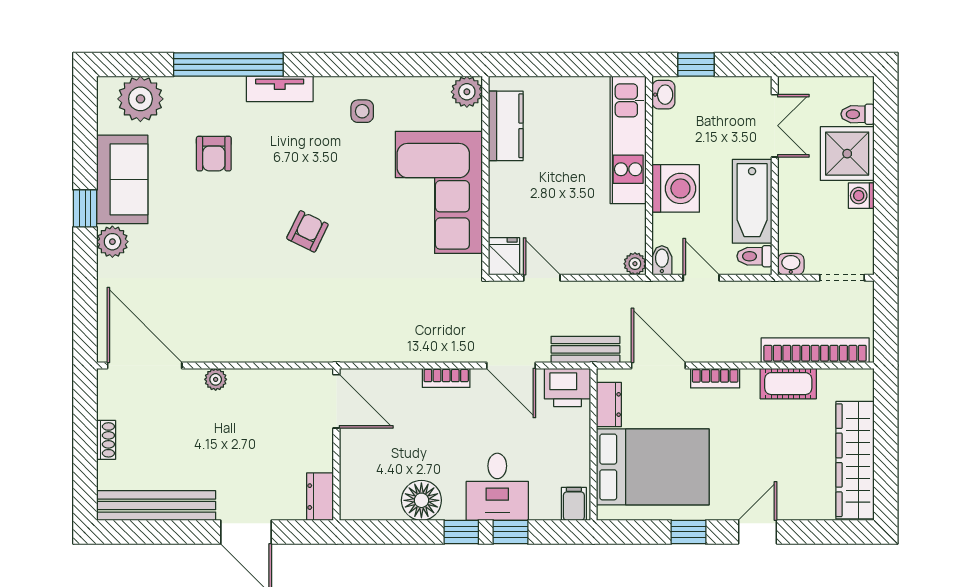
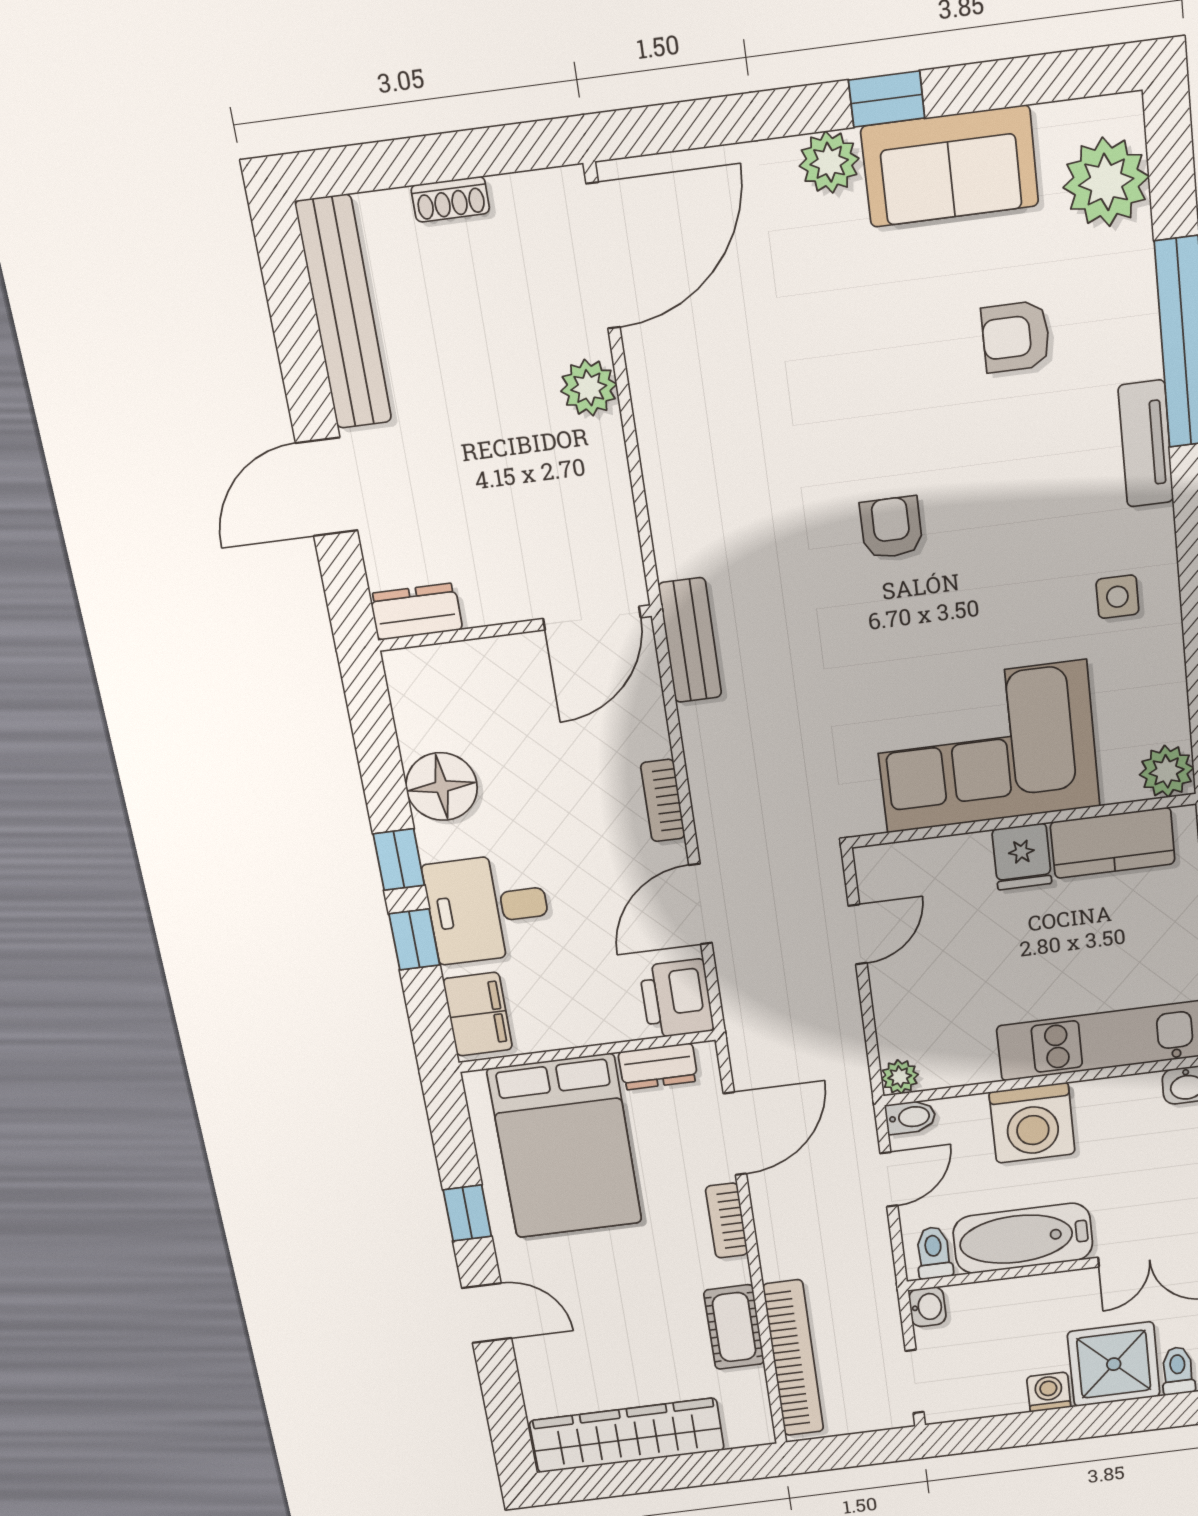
armchair: (307, 231) -> (891, 528), turned -116
fridge: (504, 256) -> (1022, 857), moved, turned 90
bench: (585, 349) -> (690, 640), moved
plant: (216, 379) -> (589, 388), width x1.38, depth x1.38
filing cabinet: (574, 504) -> (478, 1014), width x2.00

